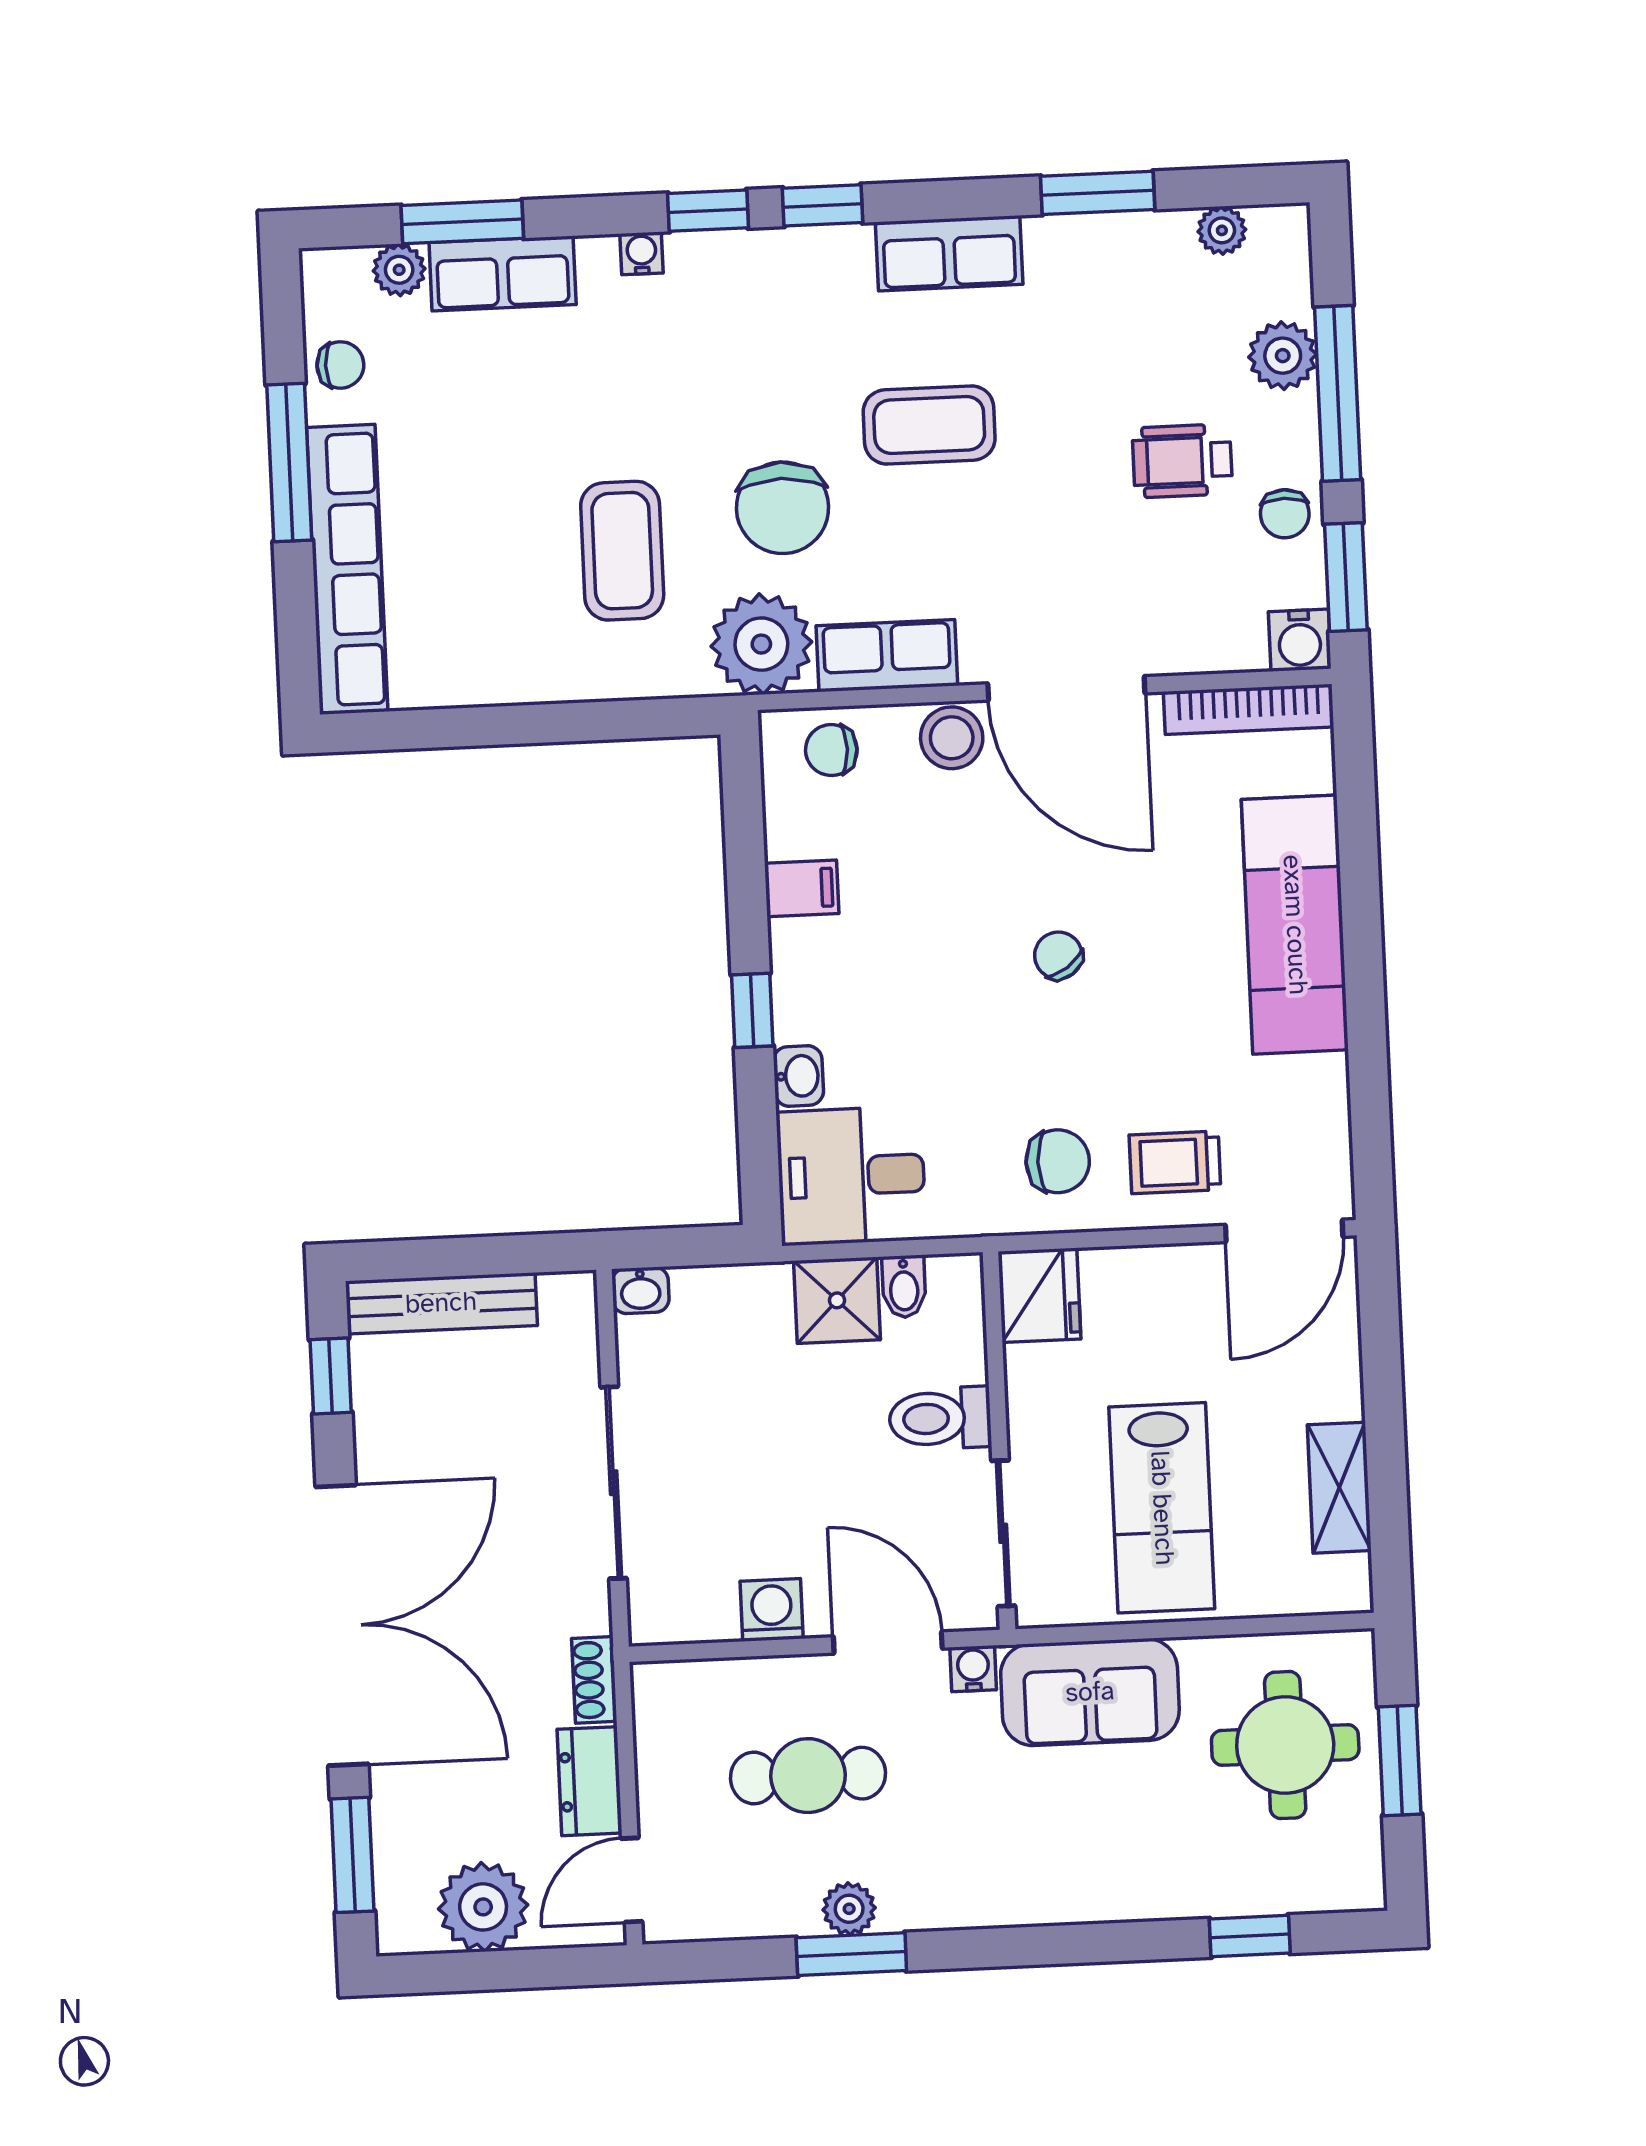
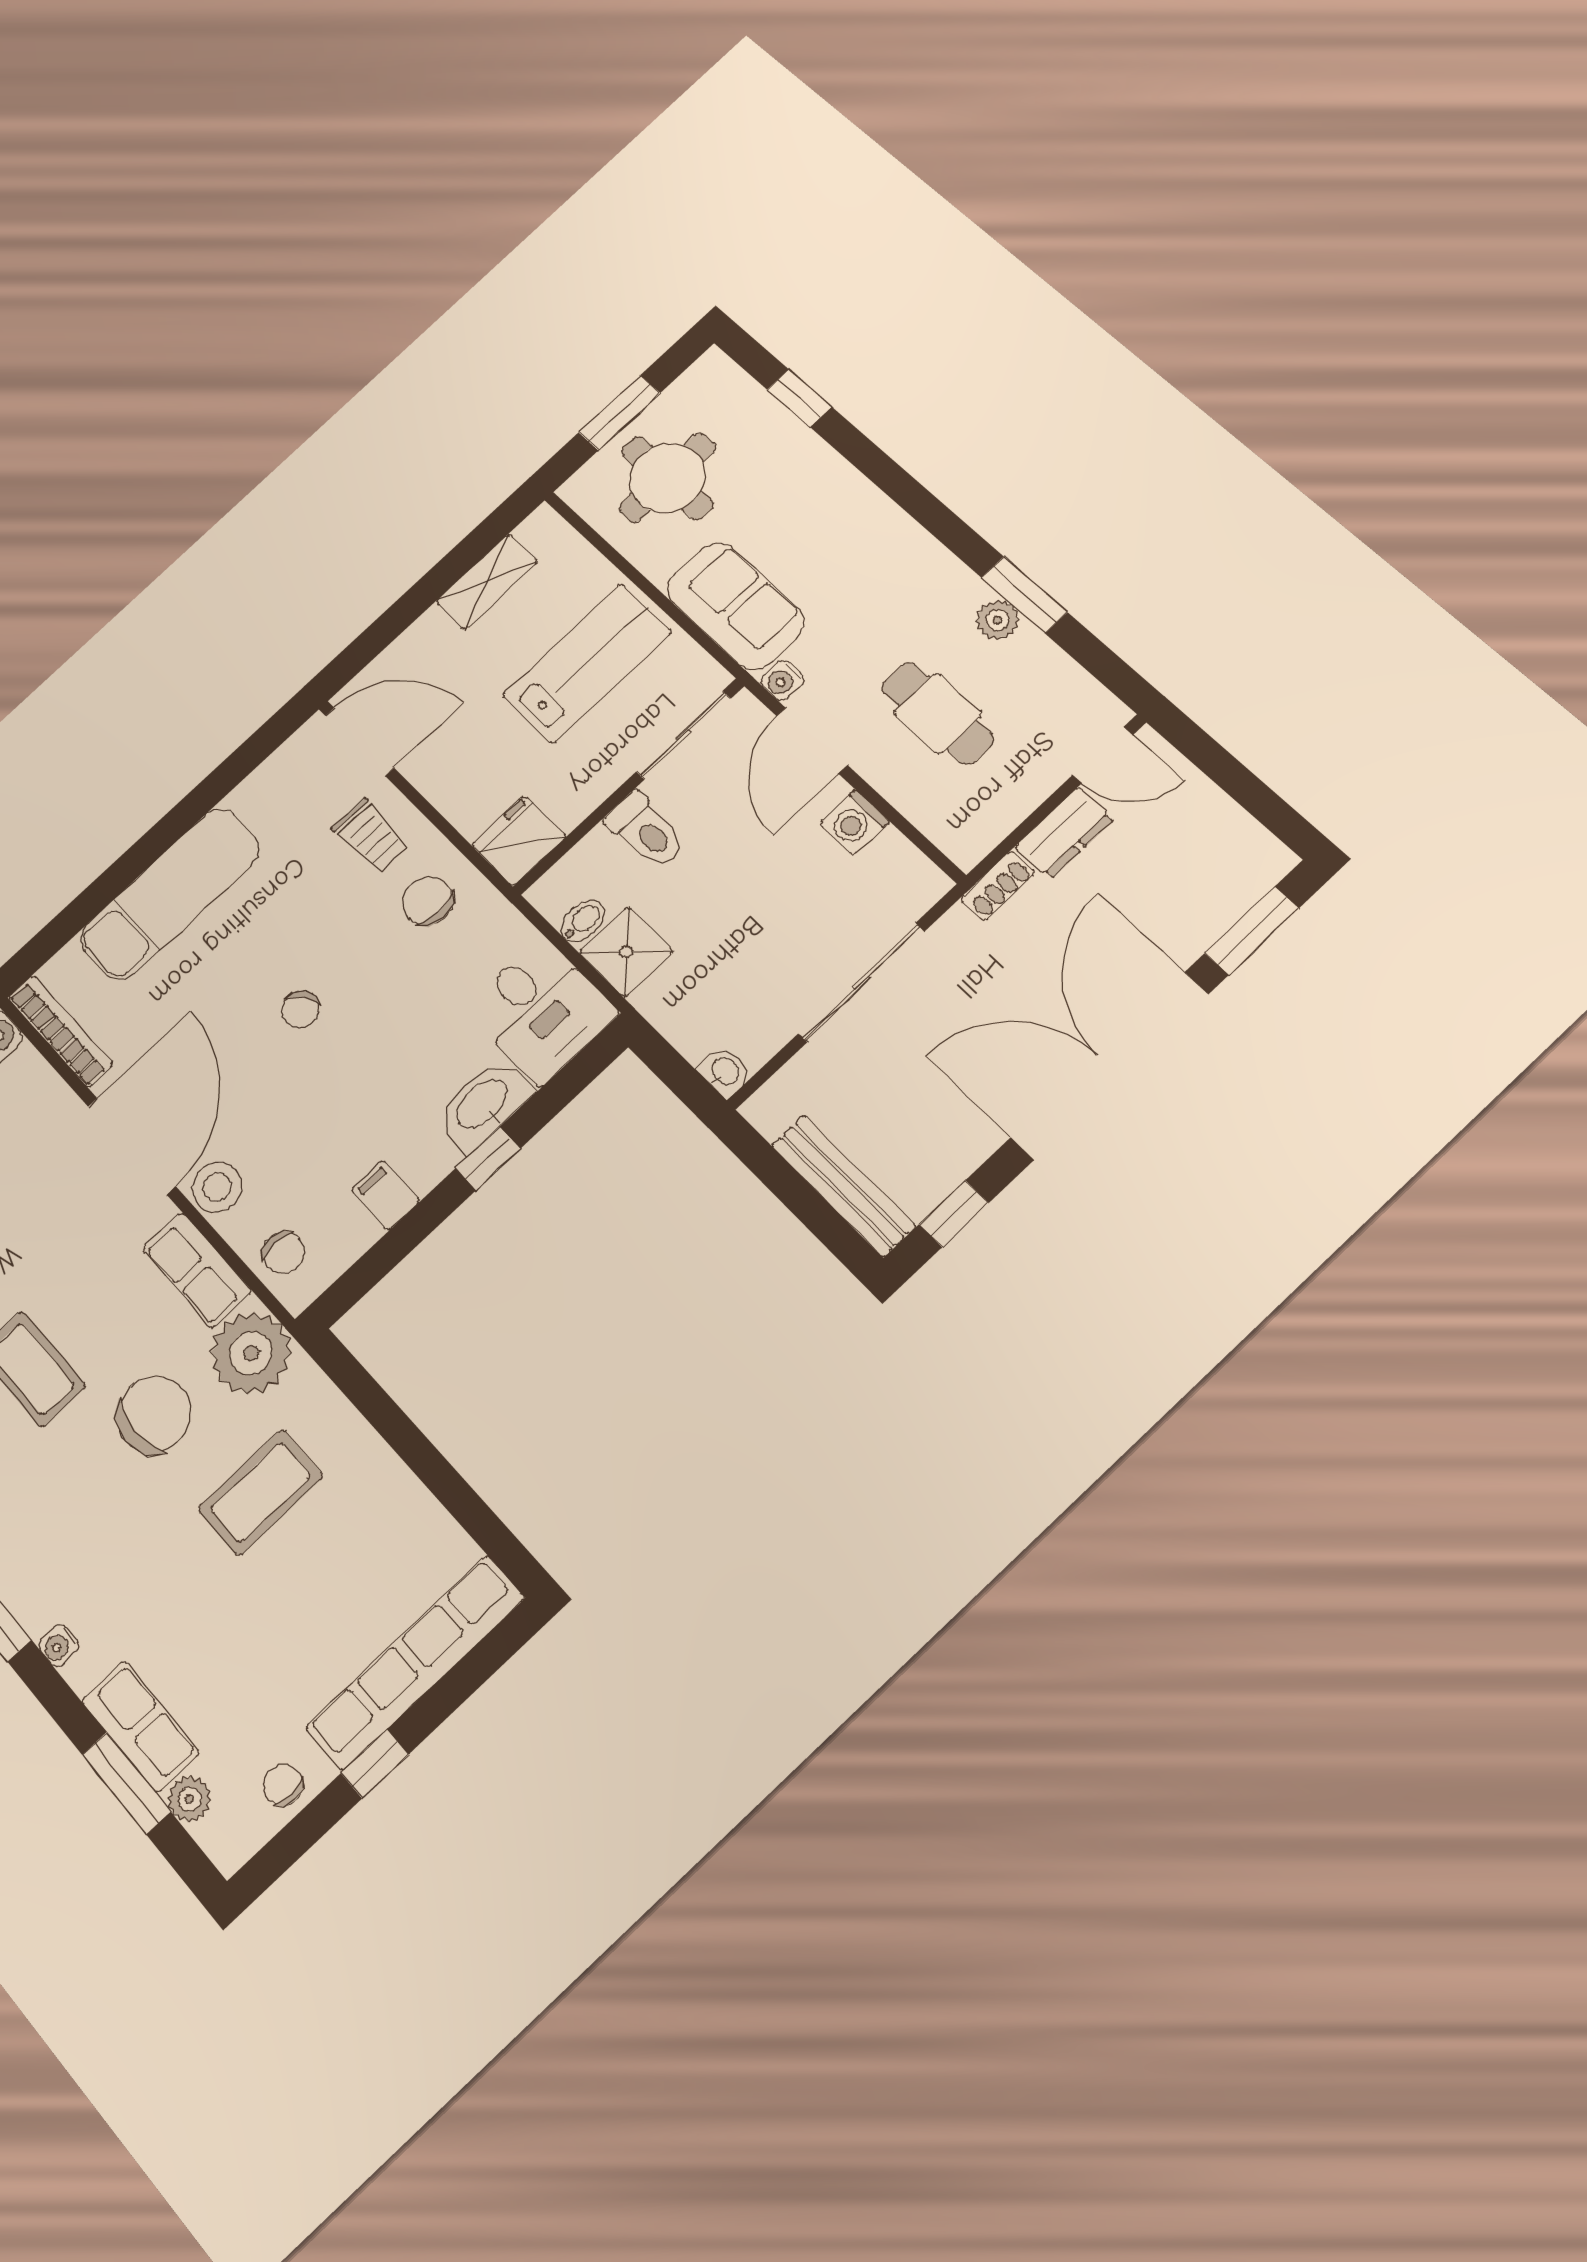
window: (289, 462) -> (375, 1764), width x0.46
washbasin: (798, 1076) -> (483, 1105), width x1.91, depth x1.45
plant: (483, 1907) -> (1207, 825), removed

